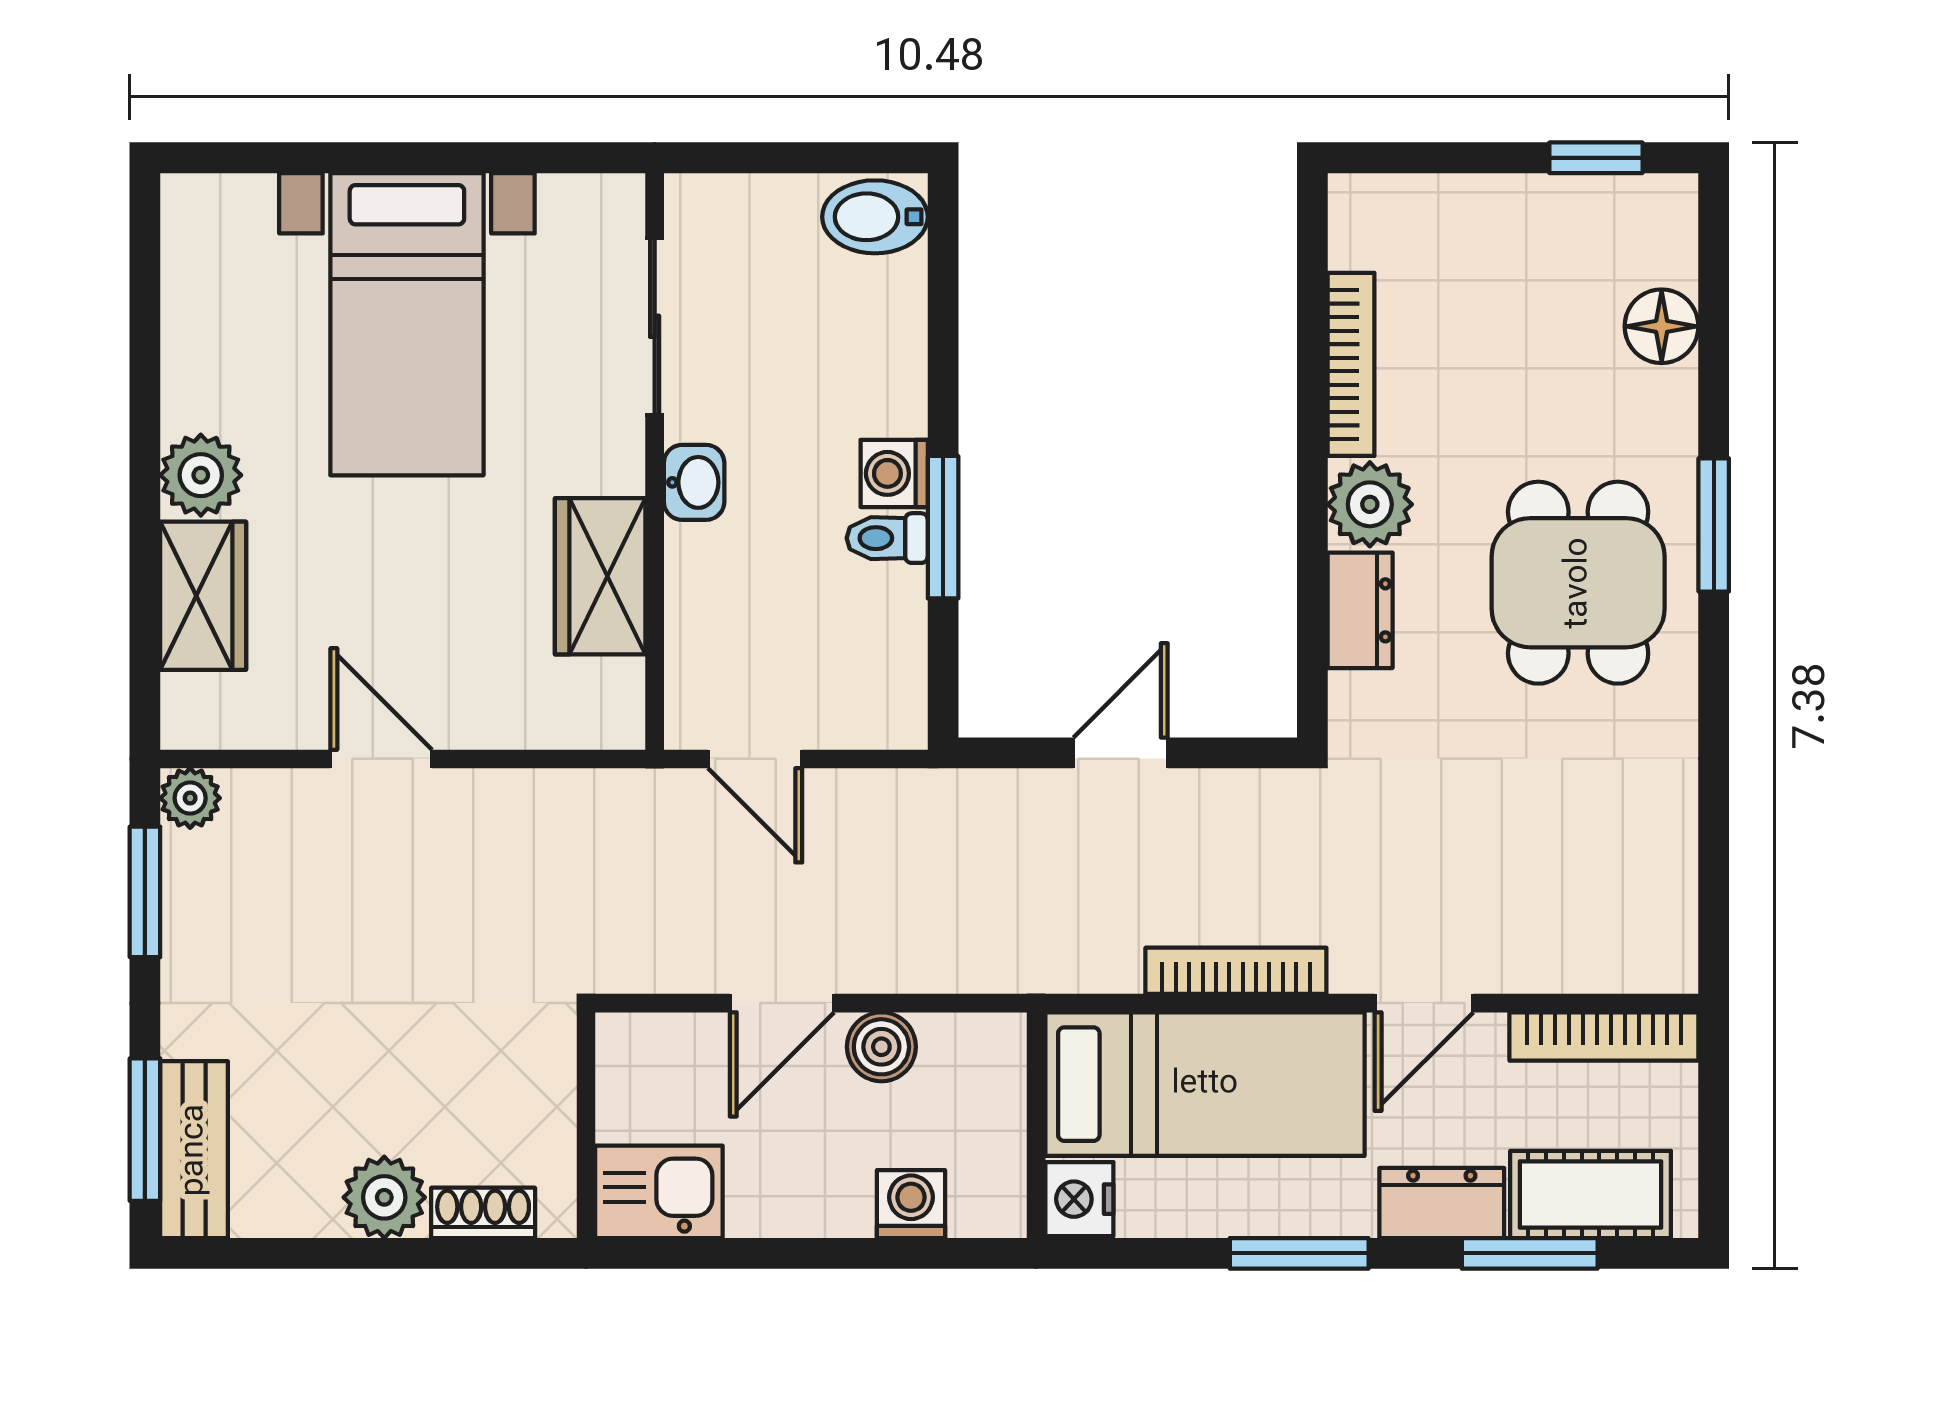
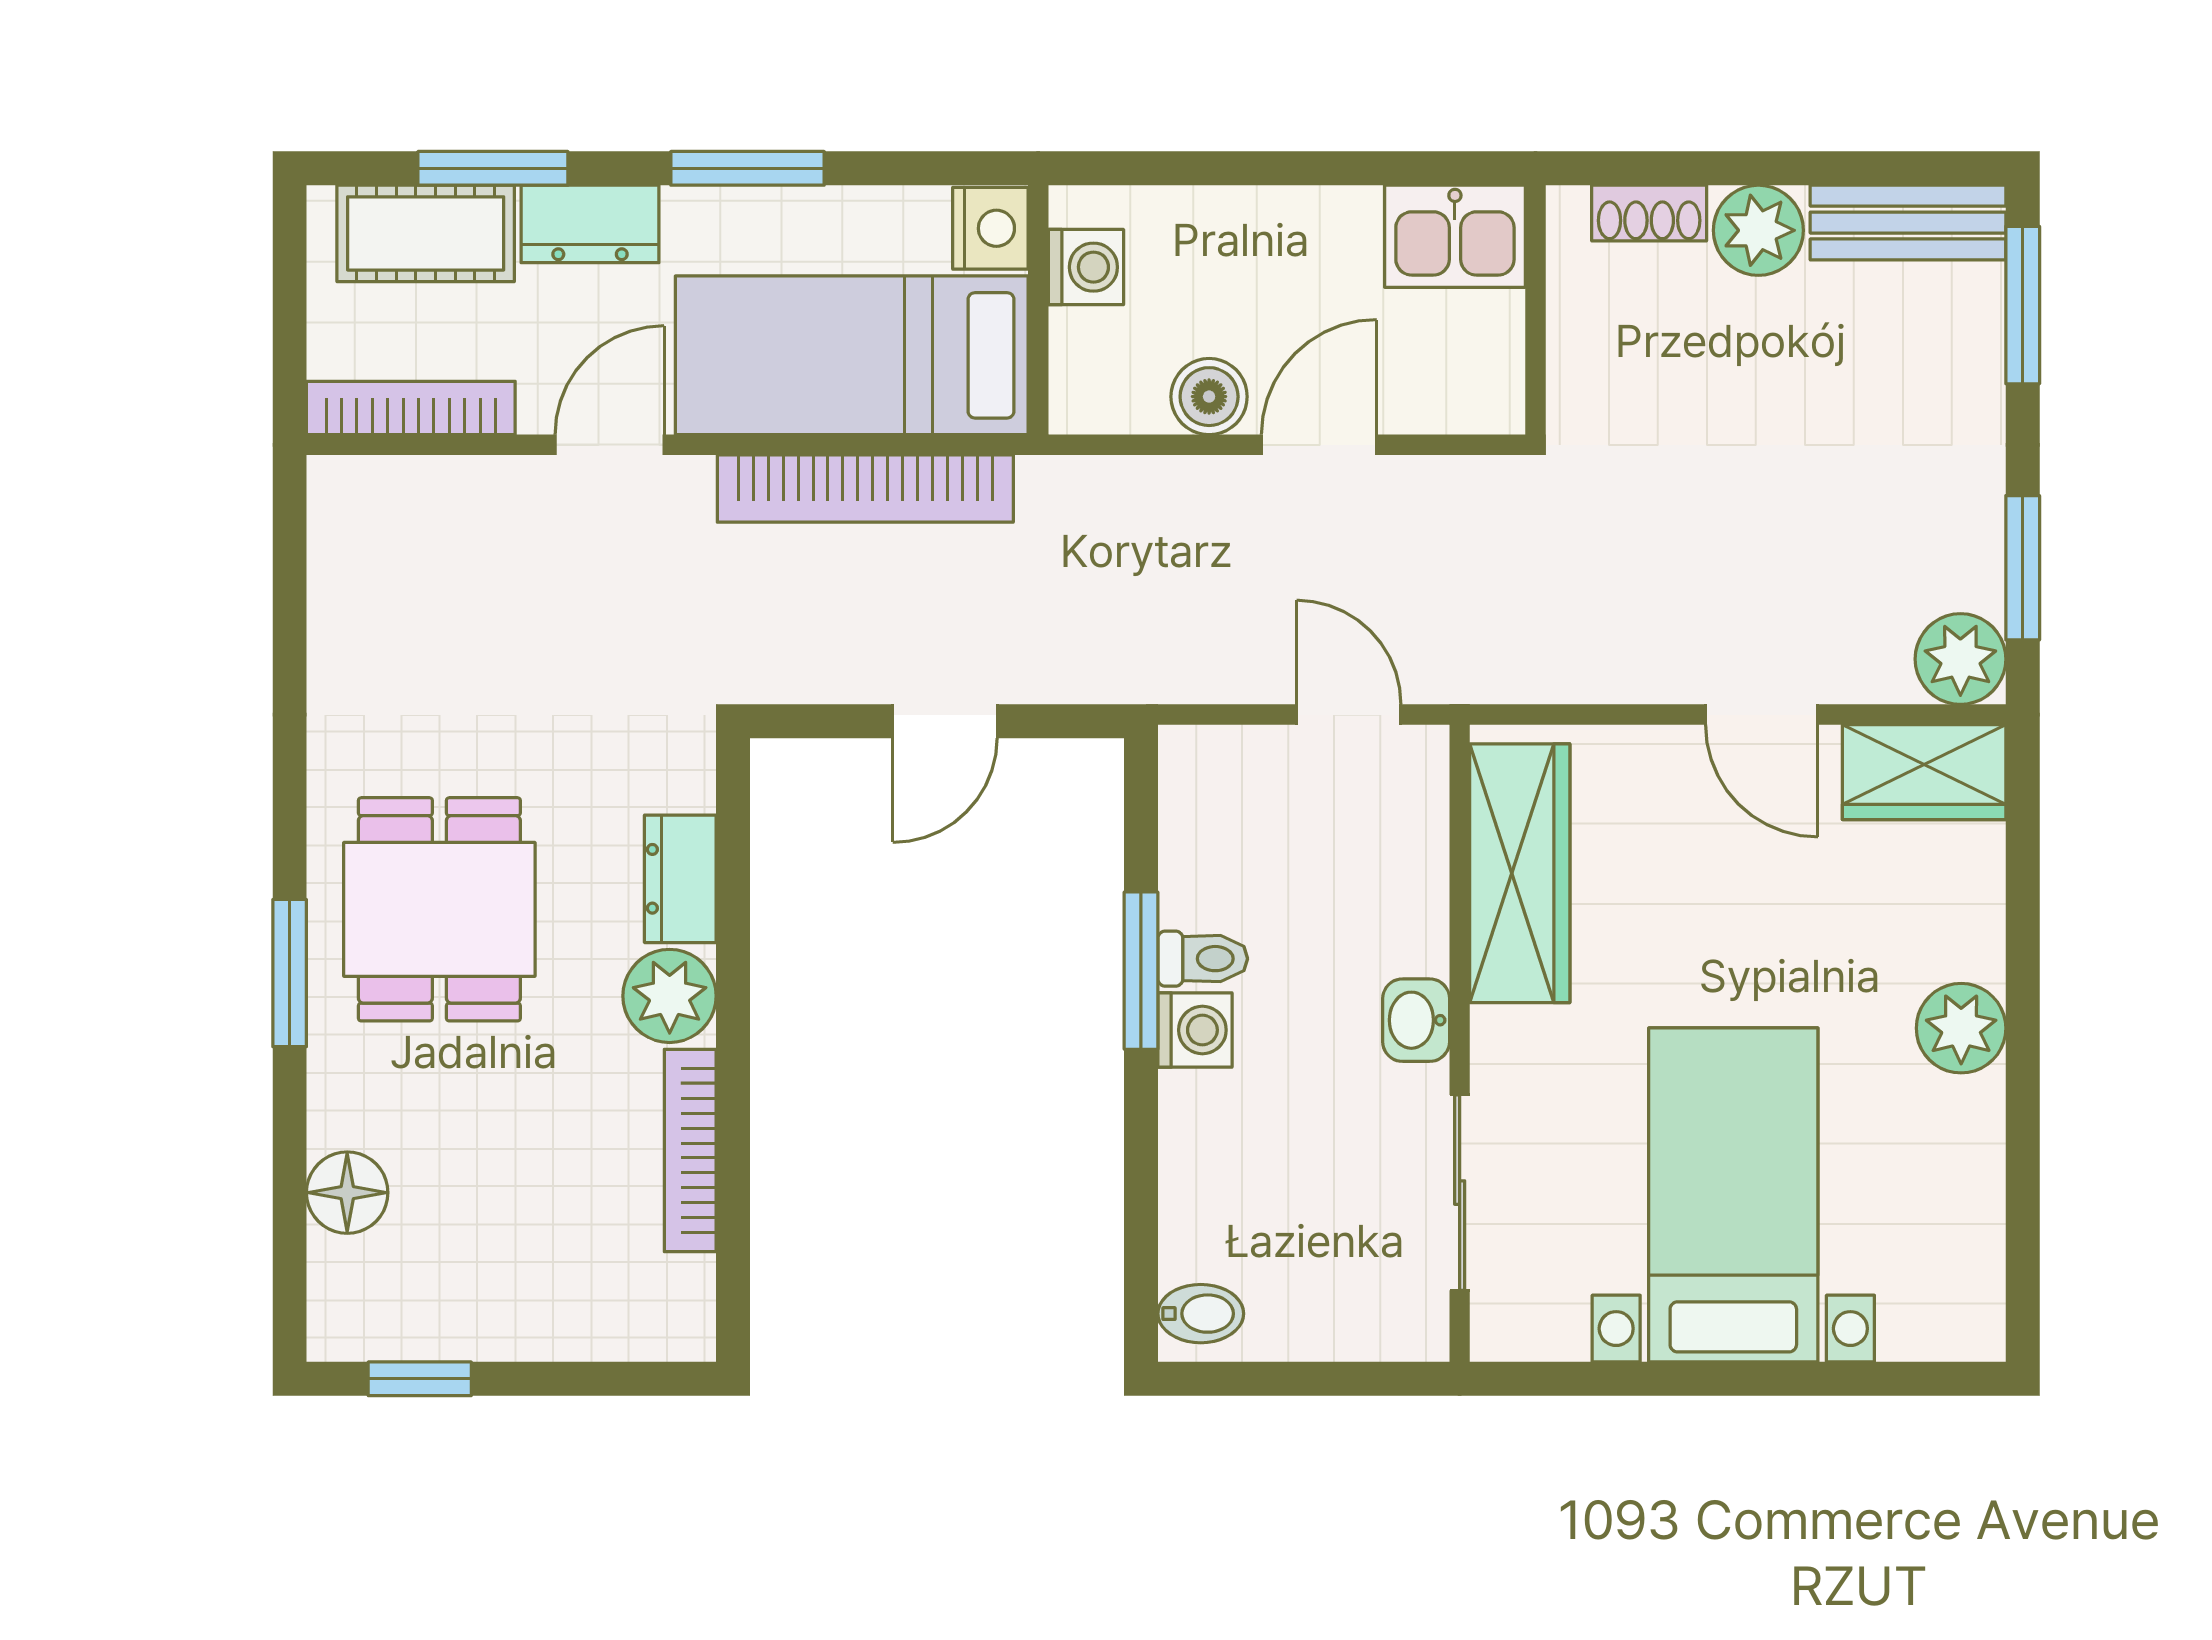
bidet: (875, 217) -> (1201, 1314), width x0.72, depth x0.74
wardrobe: (600, 576) -> (1520, 873), width x1.50
wardrobe: (203, 596) -> (1924, 772), moved, turned -90
plant: (190, 798) -> (1960, 659), width x1.38, depth x1.38
bookcase: (1236, 971) -> (865, 489), width x1.48, depth x1.31
bench: (194, 1150) -> (1908, 223), moved, turned 90
washing machine: (911, 1204) -> (1086, 267), moved, turned -90

